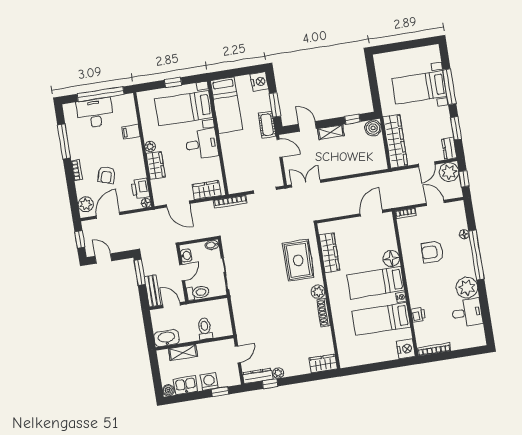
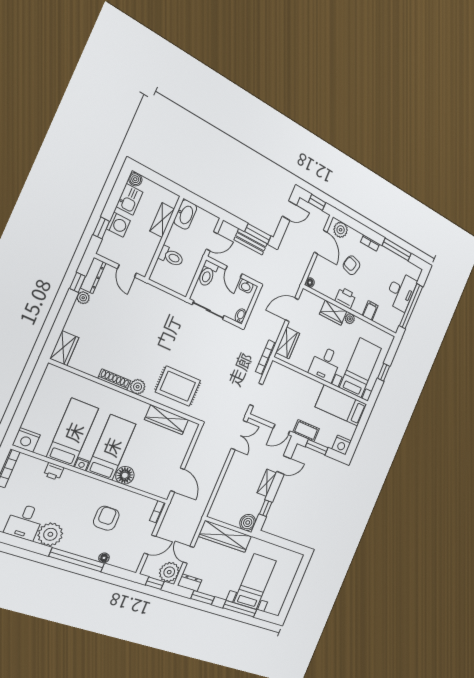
printer: (140, 189) -> (345, 298), moved
bench: (153, 291) -> (251, 242), moved

